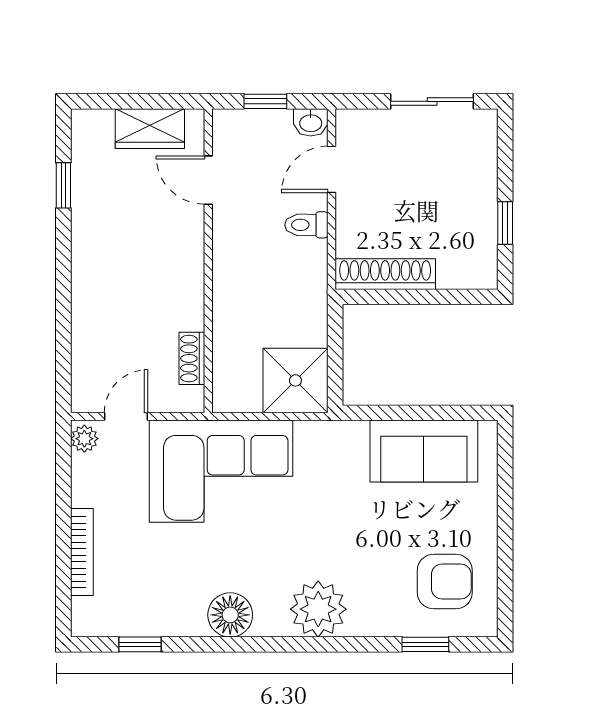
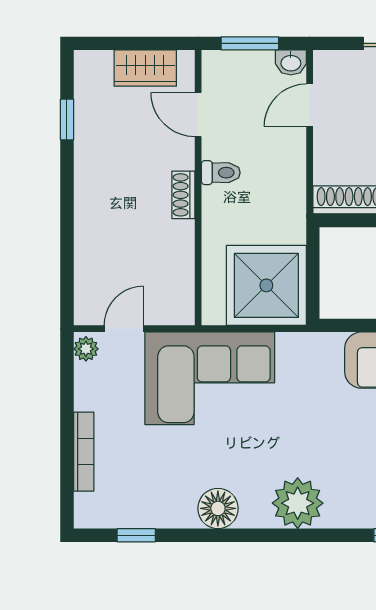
window: (265, 101) -> (250, 43), width x1.50
toilet: (306, 225) -> (221, 173), moved, turned 180
shoe rack: (192, 358) -> (183, 195), moved
shower: (295, 380) -> (266, 285), width x1.37, depth x1.37

